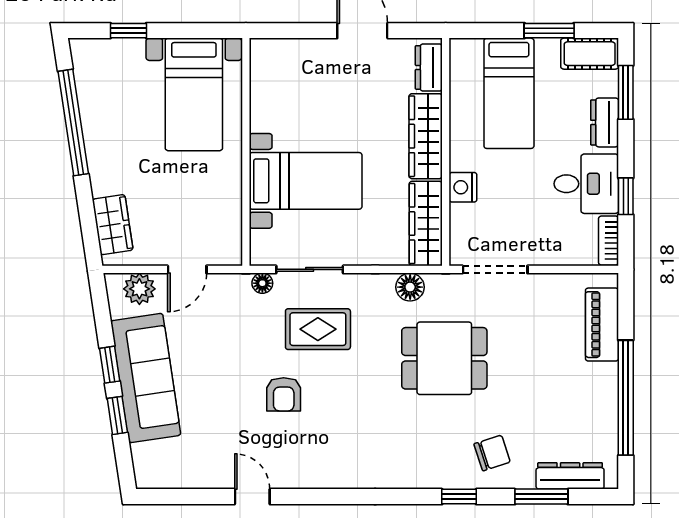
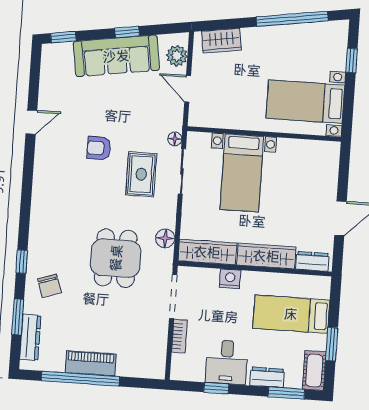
bookcase: (609, 241) -> (179, 336), moved, turned 90
piano: (602, 325) -> (91, 363), moved
window: (117, 415) -> (63, 37), moved

